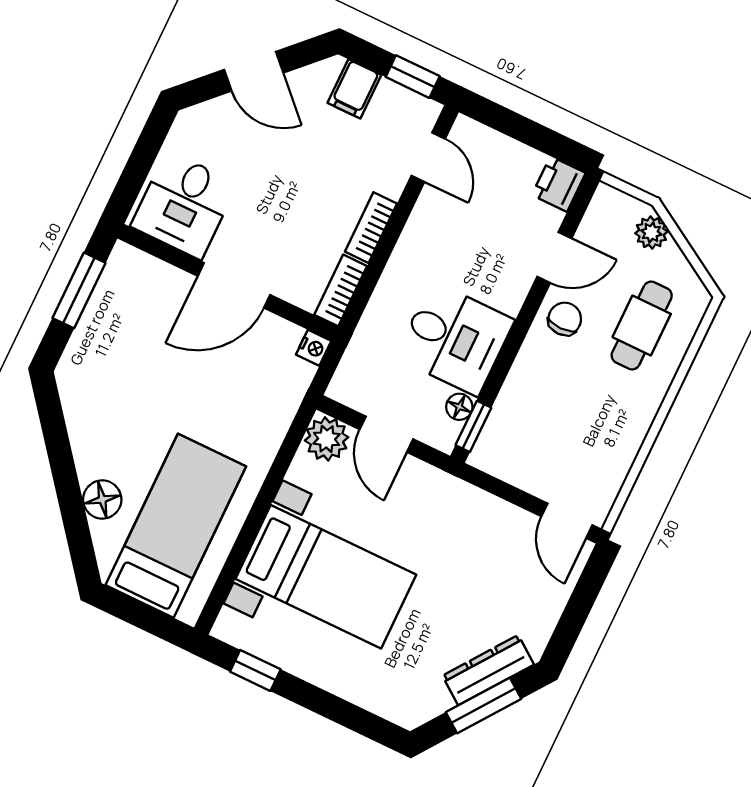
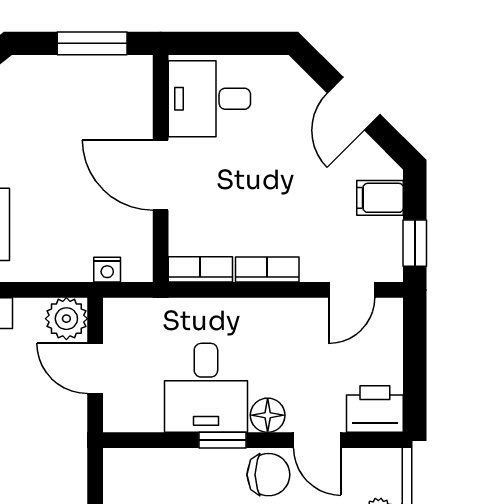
printer: (559, 184) -> (375, 409), width x1.36, depth x1.24
chair: (565, 319) -> (268, 475), width x1.37, depth x1.37
nightstand: (314, 348) -> (107, 270), moved
floor lamp: (459, 407) -> (268, 415), moved, width x1.37, depth x1.37
window: (473, 426) -> (222, 440), moved
door: (386, 434) -> (95, 368), hinge flipped

